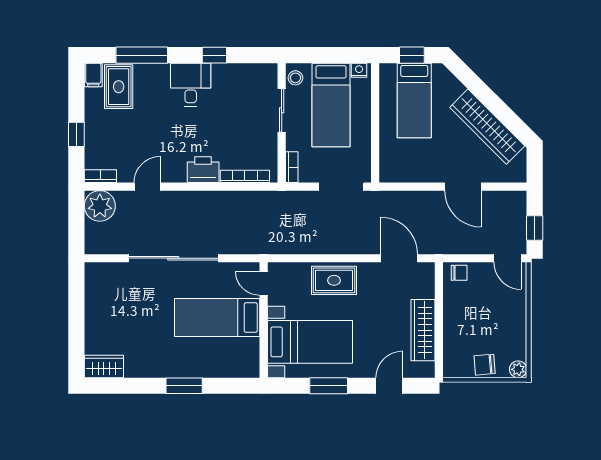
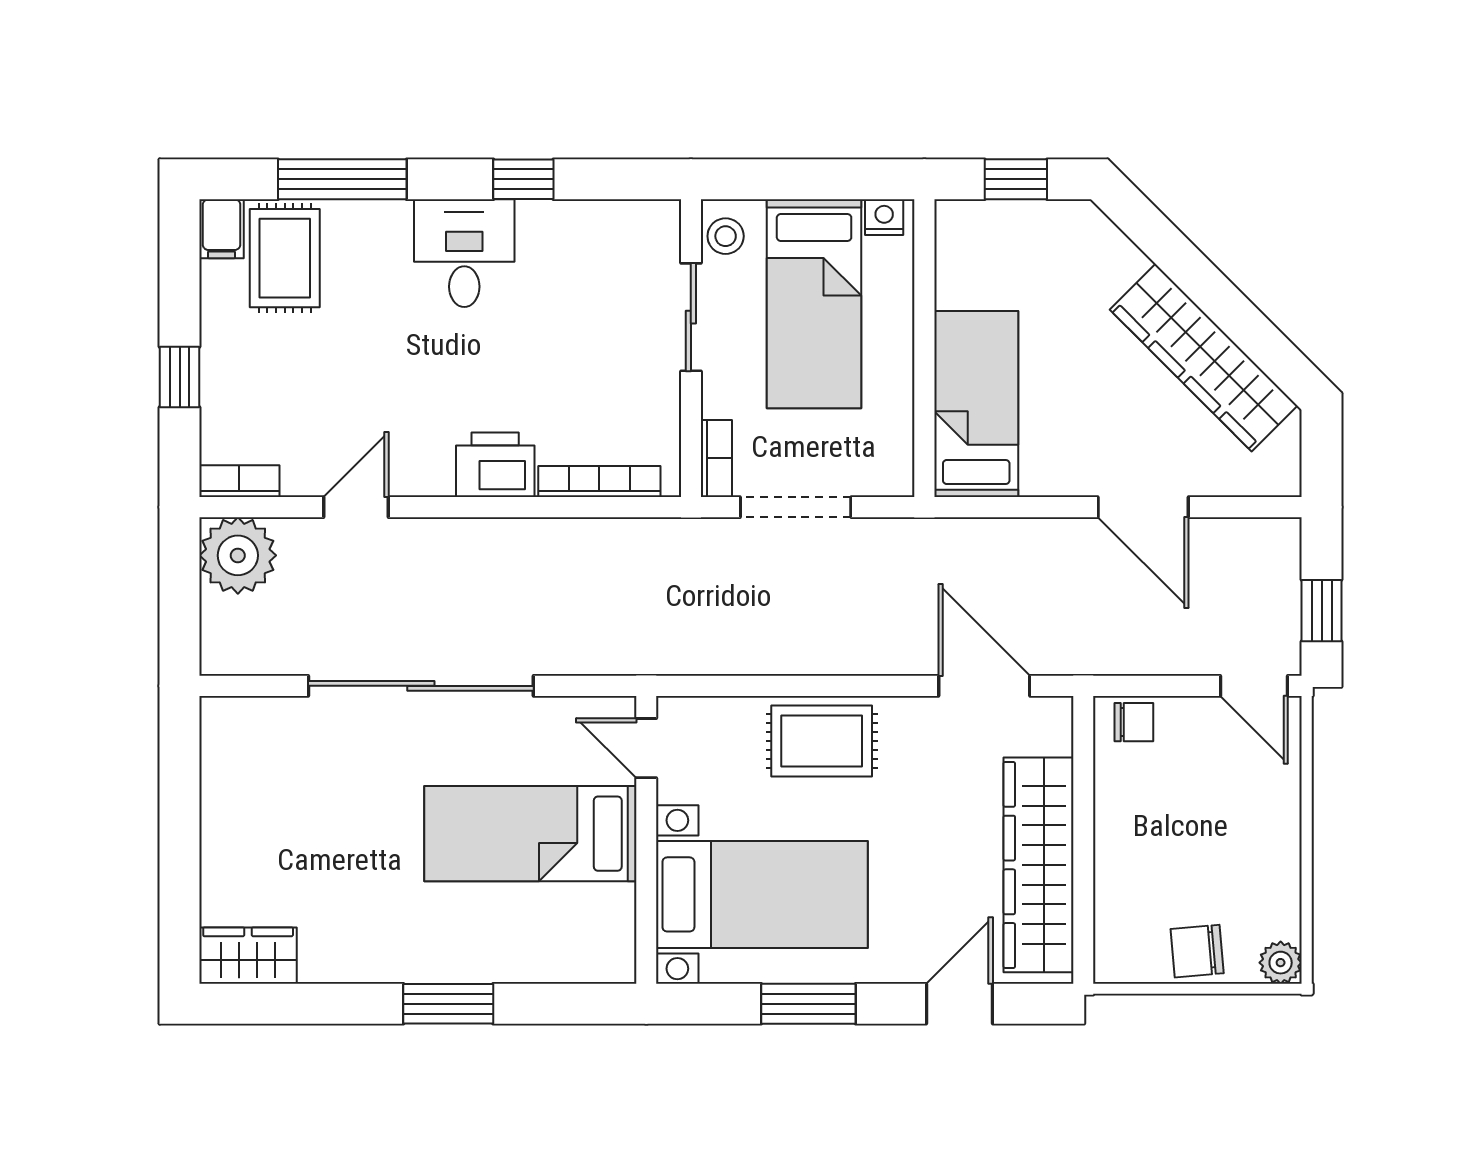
bed: (414, 100) -> (976, 404), moved, turned 180
doorway: (341, 187) -> (796, 507), moved
wardrobe: (423, 330) -> (1039, 865), width x1.40, depth x1.17

